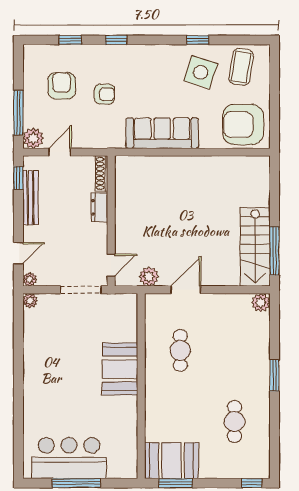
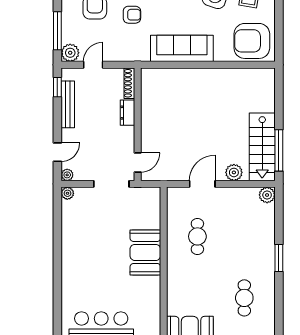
plant: (149, 277) -> (234, 172), moved

